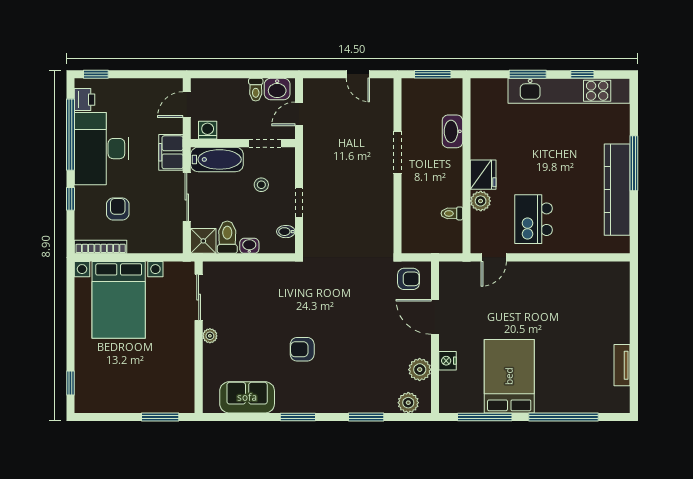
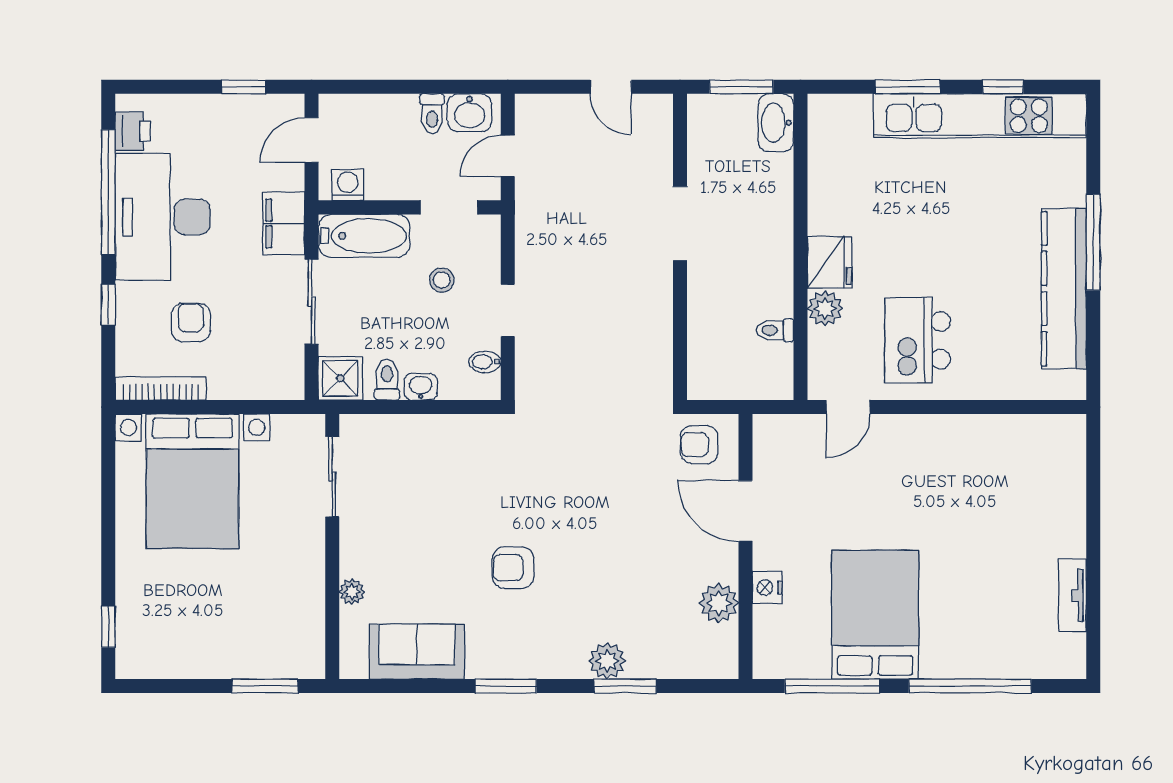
window: (96, 74) -> (244, 87), moved
washbasin: (452, 131) -> (776, 123), moved
toilet: (227, 237) -> (387, 380), width x0.73, depth x0.72
armchair: (408, 279) -> (699, 445), turned 180
plant: (210, 336) -> (352, 592), moved
plant: (408, 403) -> (607, 661), moved

